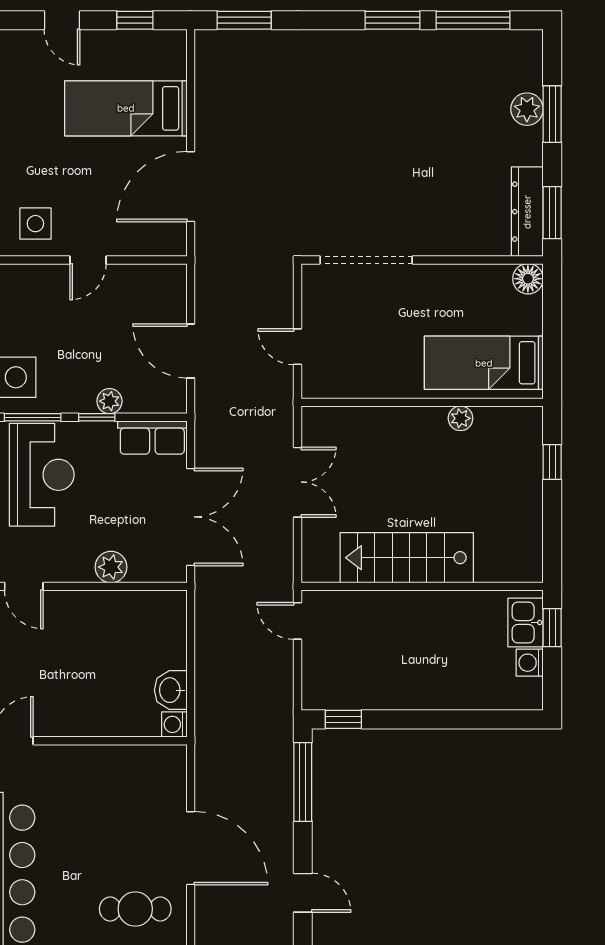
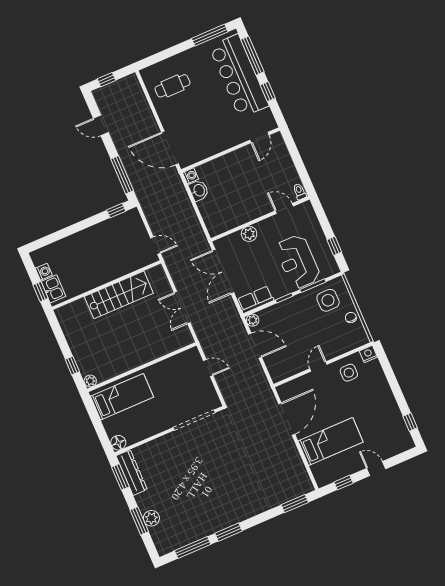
plant: (109, 401) -> (253, 320), moved
plant: (461, 418) -> (90, 381), moved
door: (191, 848) -> (170, 148), moved

